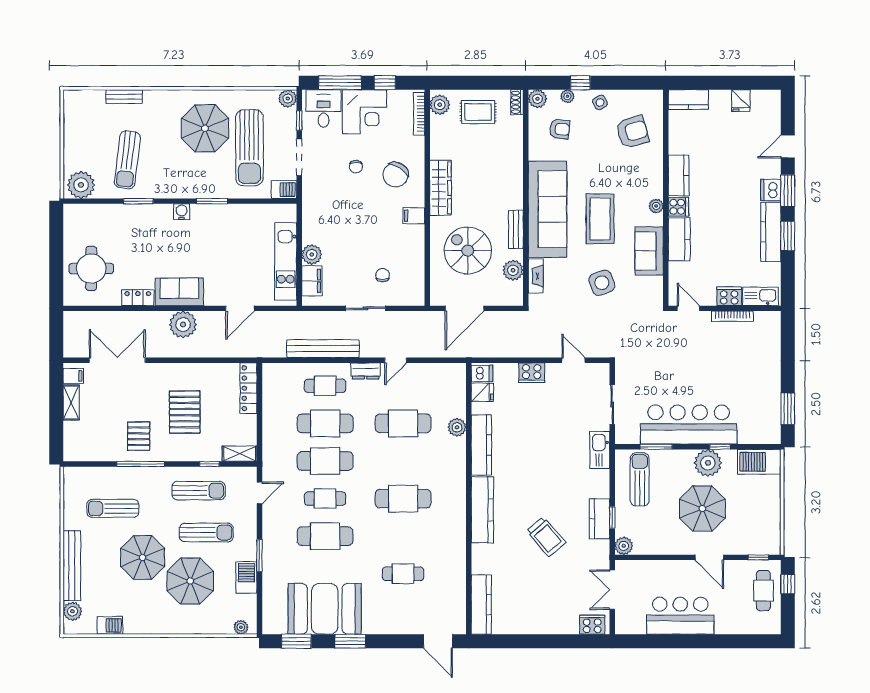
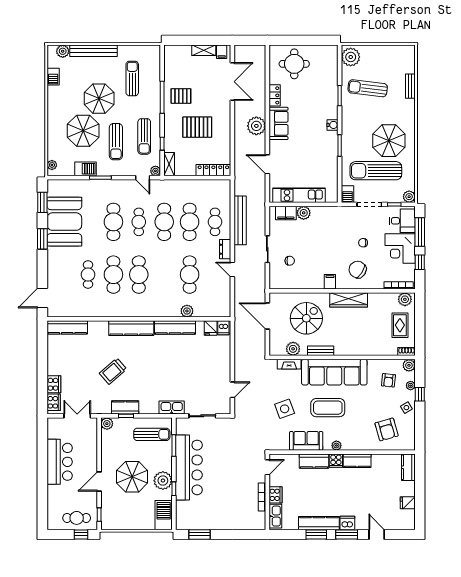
cooker: (532, 373) -> (54, 384), moved, turned 180
plant: (249, 474) -> (155, 171), added
cafe table: (403, 536) -> (113, 275), added

